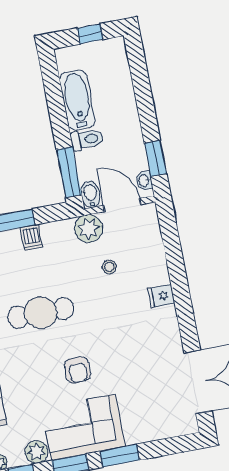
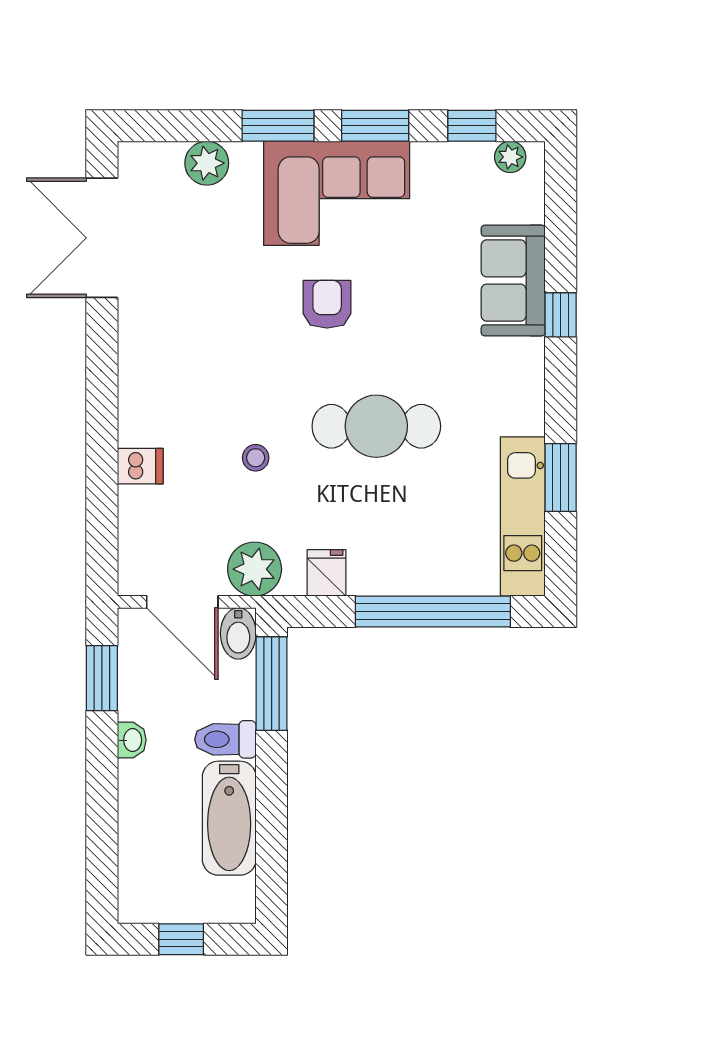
washbasin: (144, 181) -> (132, 740), moved
dishwasher: (31, 237) -> (140, 466), moved, turned 90
stool: (109, 267) -> (256, 458), moved
fridge: (161, 296) -> (326, 573), moved, turned -90
plant: (37, 452) -> (207, 163), moved

